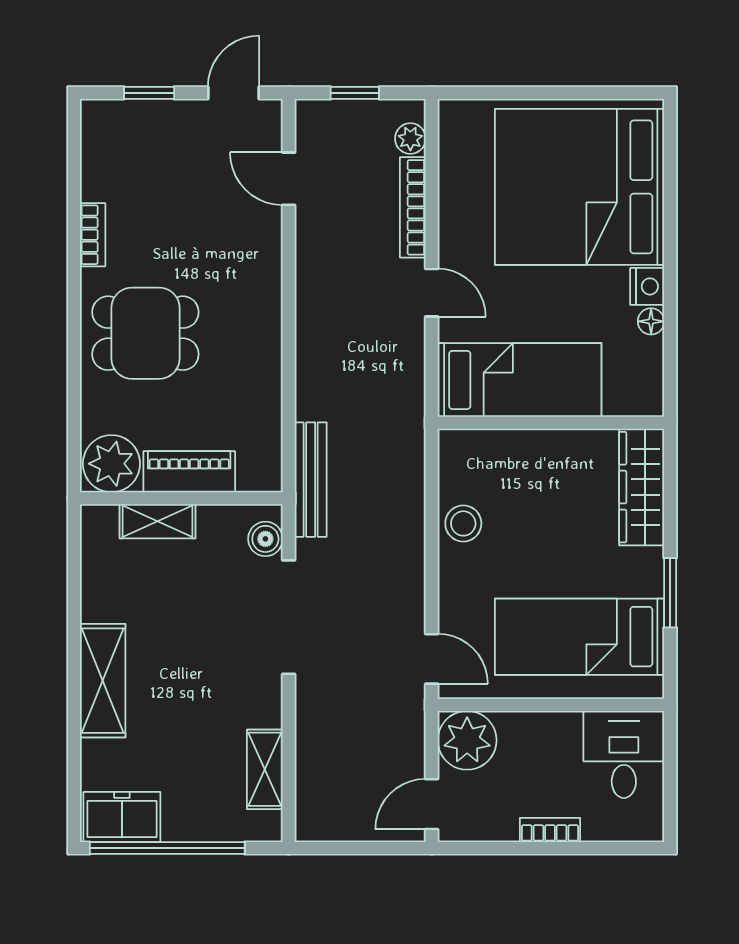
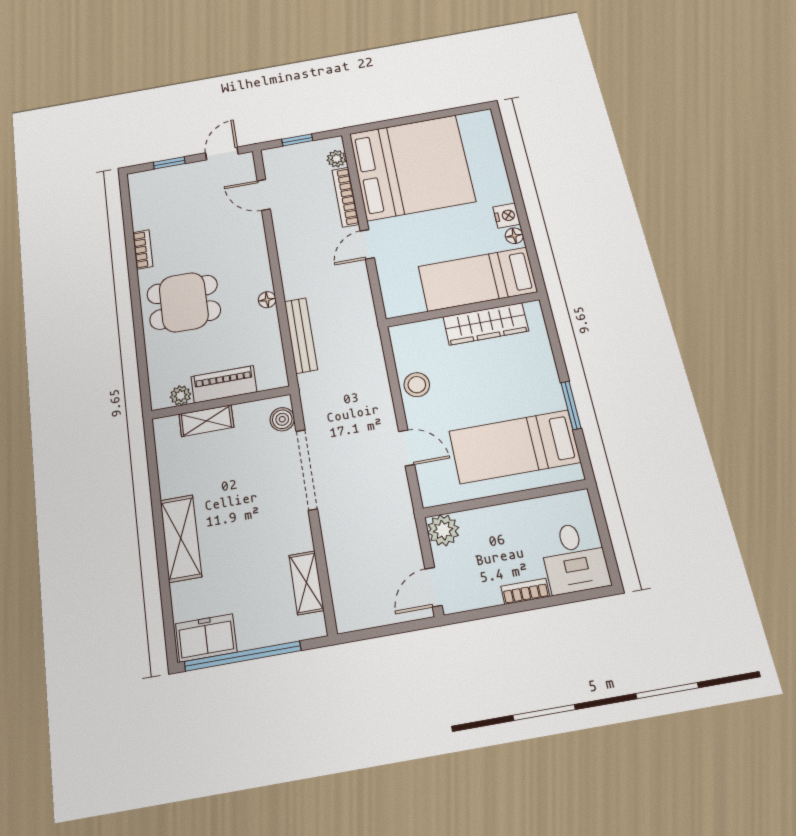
bed: (580, 187) -> (412, 167), moved, turned 180
door: (432, 293) -> (367, 244), swing flipped
floor lamp: (270, 353) -> (267, 300), added
bed: (520, 380) -> (477, 279), moved, turned 180
plant: (111, 464) -> (181, 396), width x0.53, depth x0.53
bench: (311, 480) -> (301, 335), moved
wardrobe: (642, 487) -> (486, 324), moved, turned -90
door: (432, 659) -> (407, 448), moved
plant: (467, 740) -> (443, 530), width x0.73, depth x0.73
desk: (624, 754) -> (574, 558), moved, turned 180

